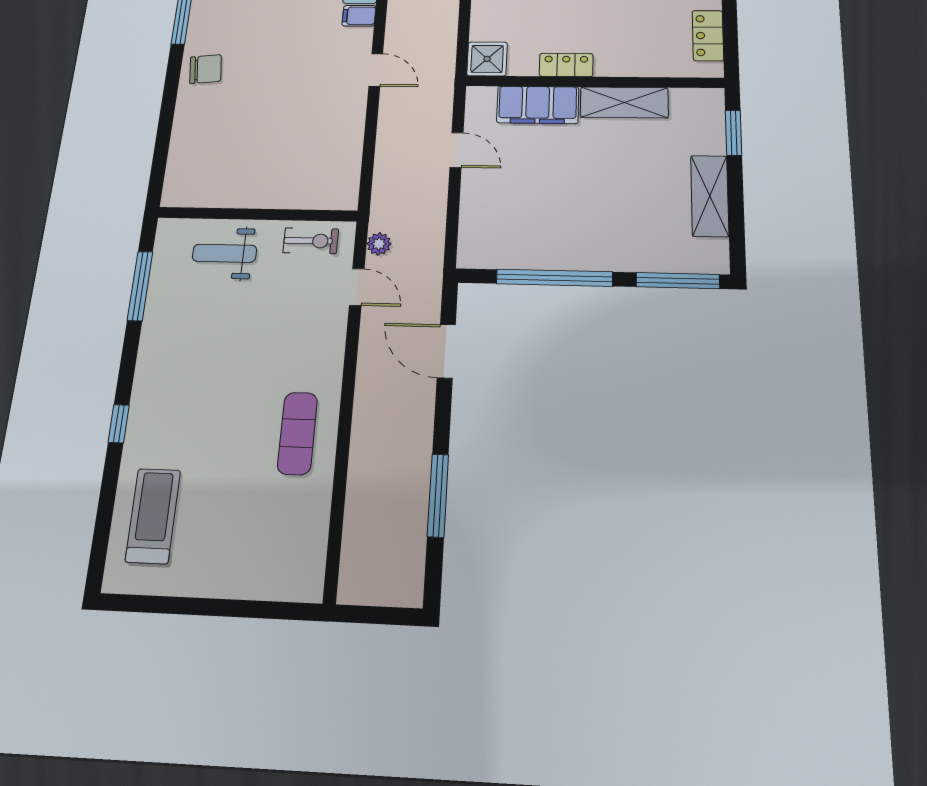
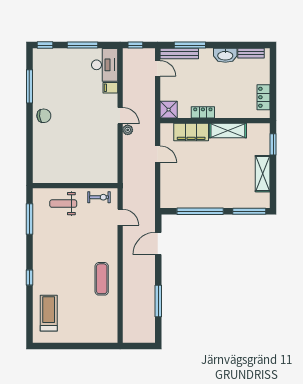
plant: (379, 244) -> (128, 130), moved
door: (446, 351) -> (158, 243), hinge flipped

